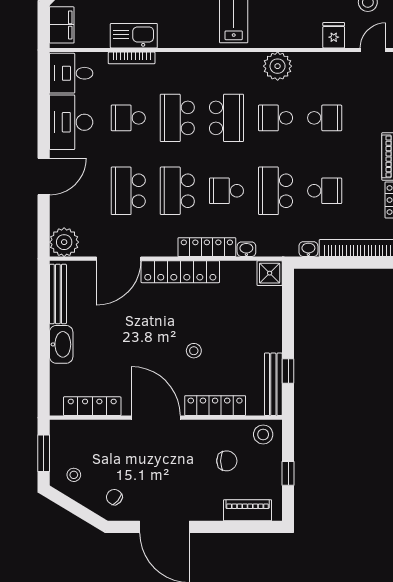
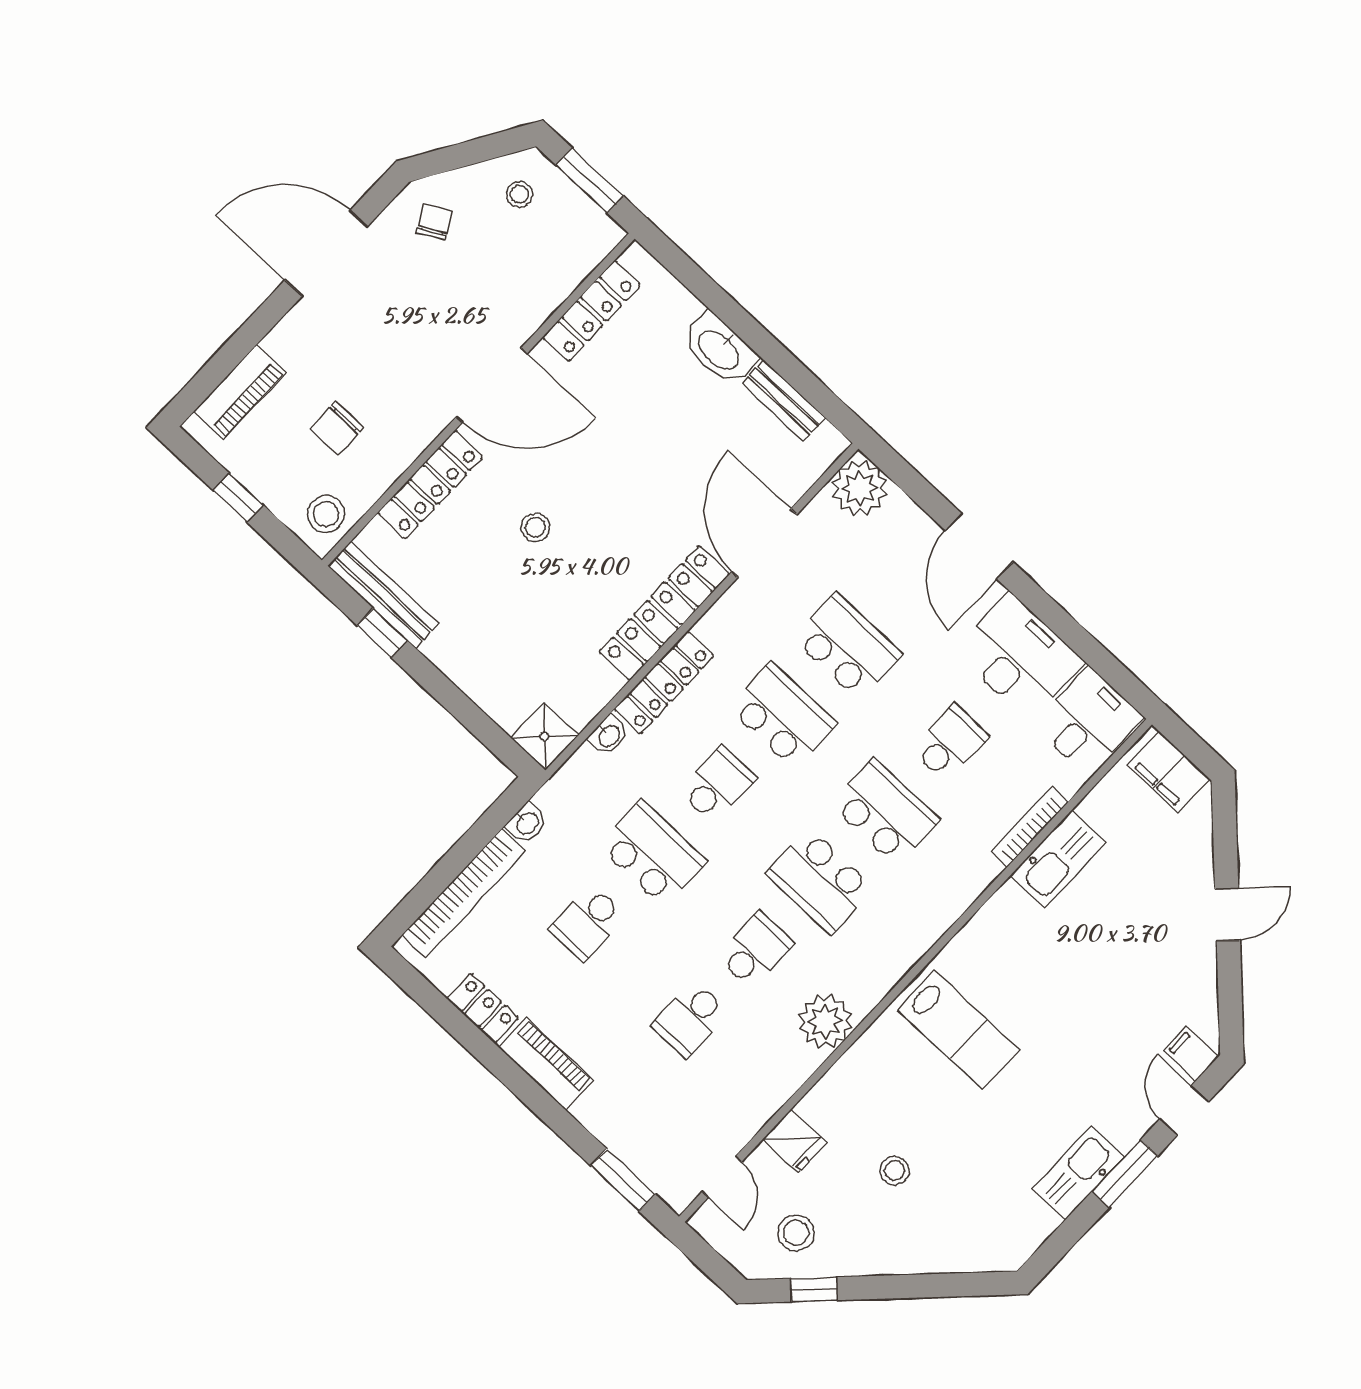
bench: (58, 294) -> (784, 401), width x0.73
chair: (114, 497) -> (434, 222), turned -70

